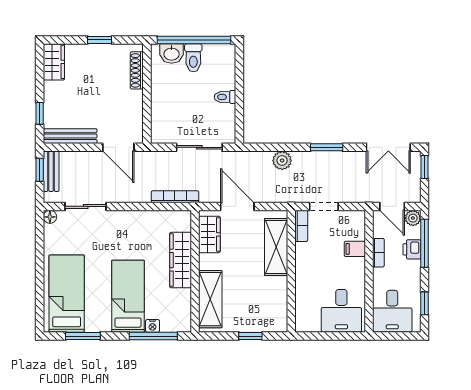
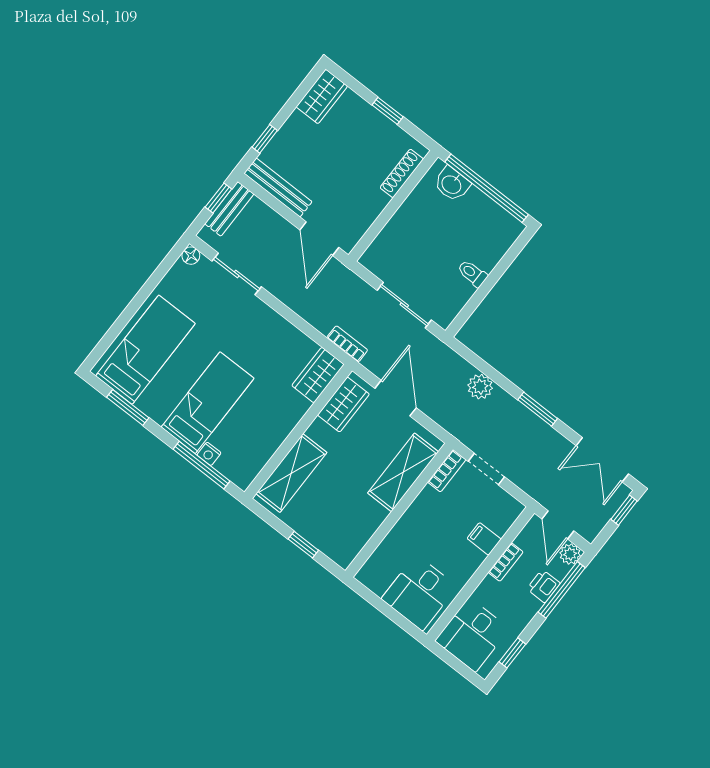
toilet: (193, 58) -> (471, 206), removed
bookcase: (175, 197) -> (347, 344), width x0.64
wardrobe: (181, 260) -> (318, 375), moved, width x0.67

